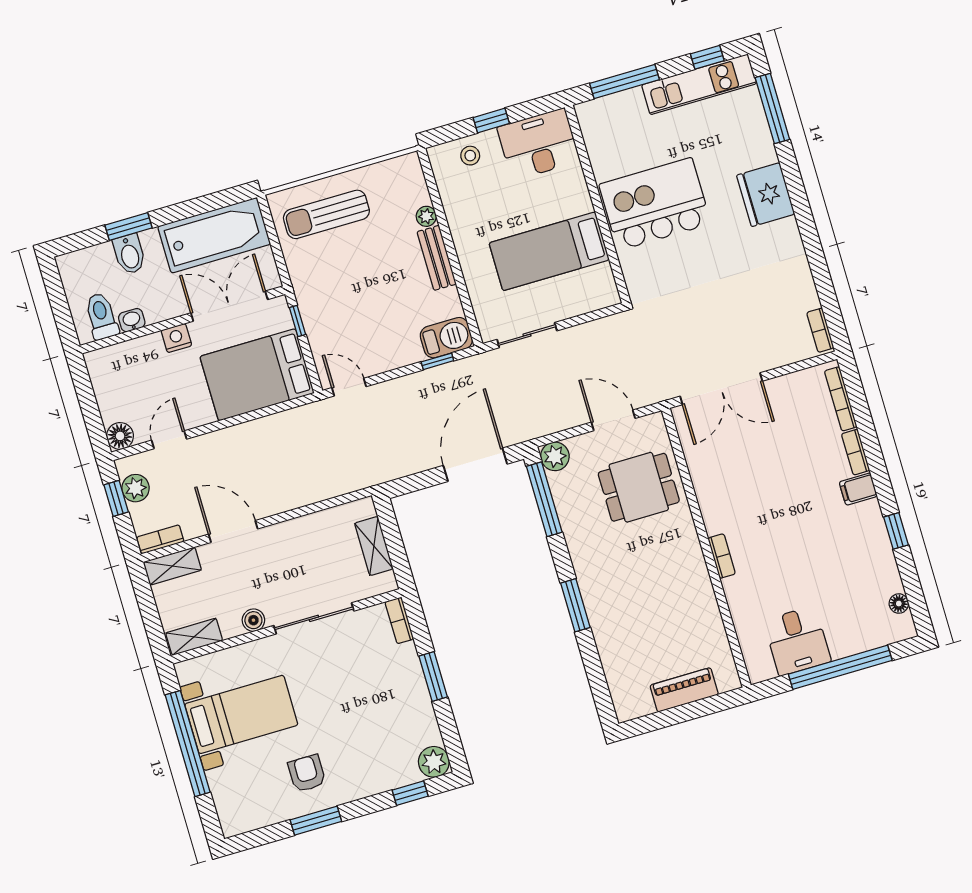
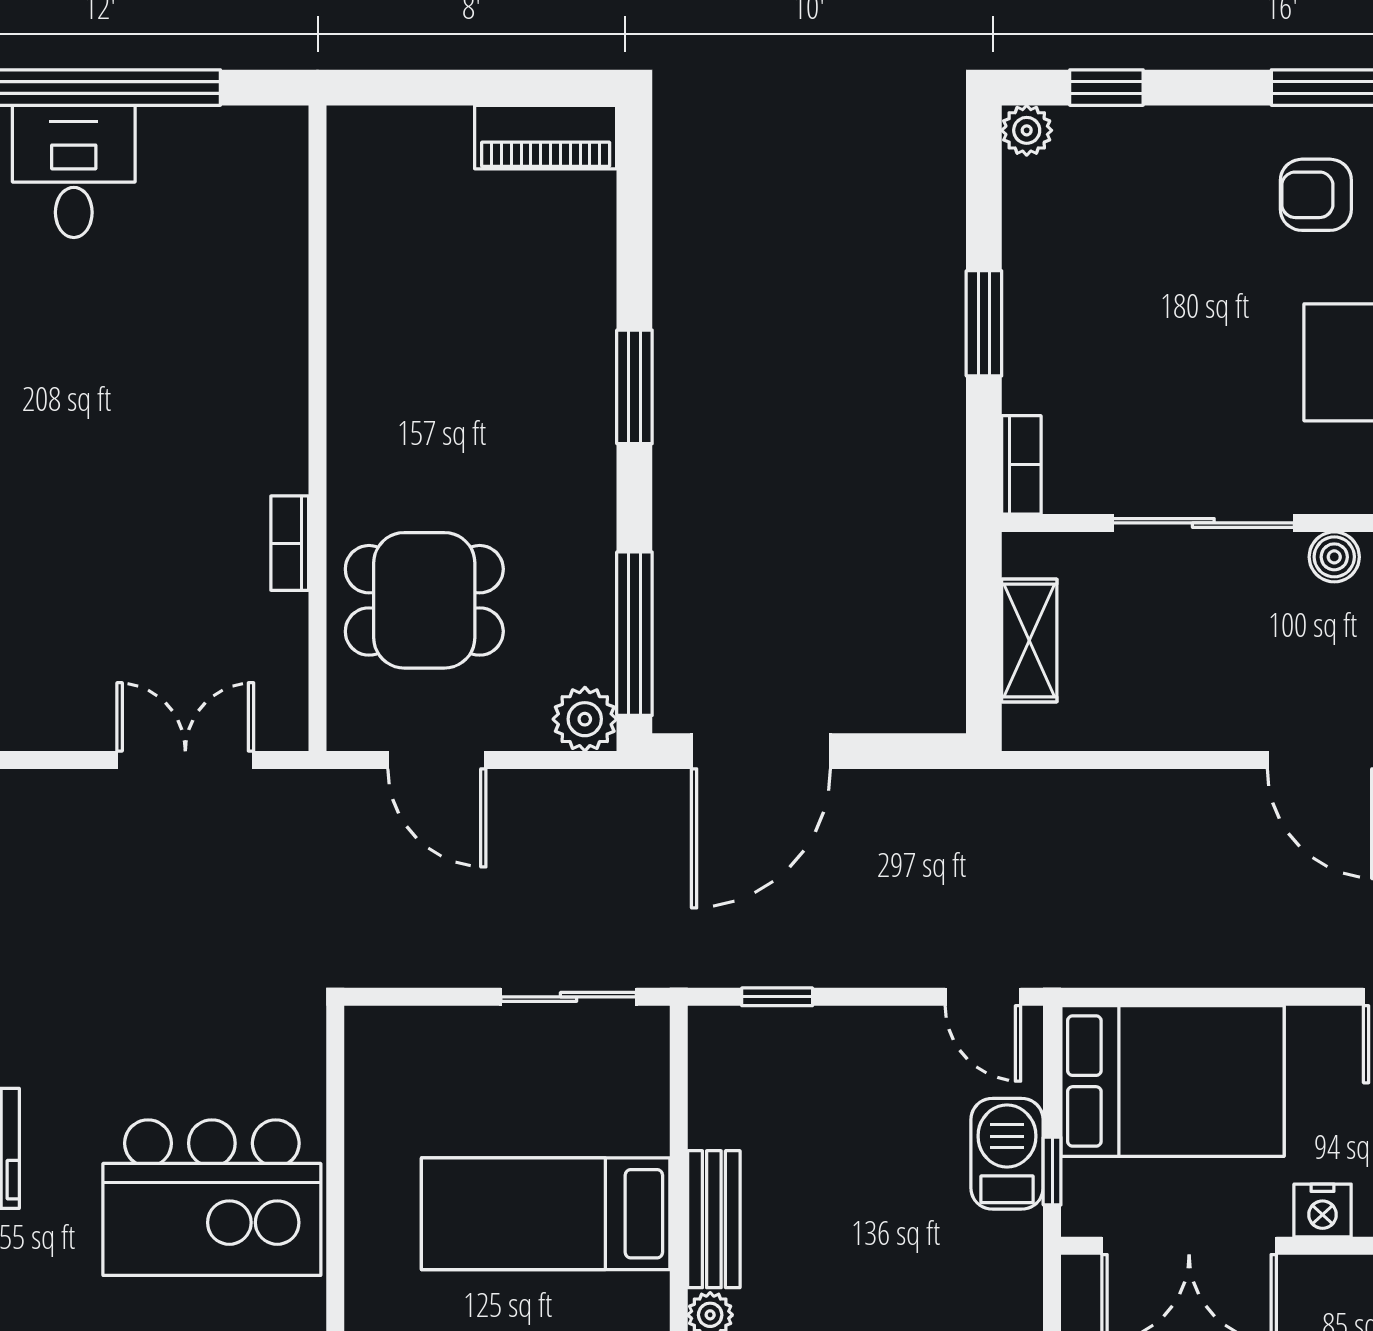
bed: (549, 251) -> (546, 1214), moved, turned 180
barbecue: (446, 338) -> (1007, 1154), moved, turned 90
double door: (721, 389) -> (185, 760), width x0.73
bookcase: (722, 556) -> (290, 543), moved
desk: (797, 641) -> (74, 171), moved
piano: (684, 690) -> (546, 137), moved
plant: (434, 762) -> (1027, 130), width x0.73, depth x0.73
armchair: (307, 773) -> (1316, 195), turned 90

